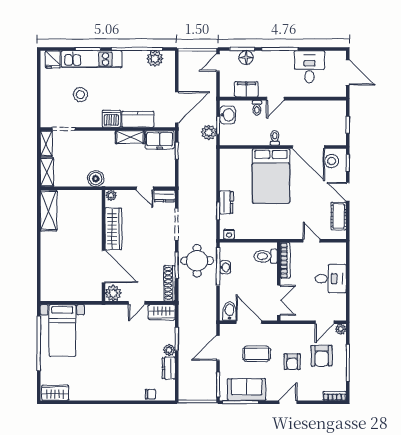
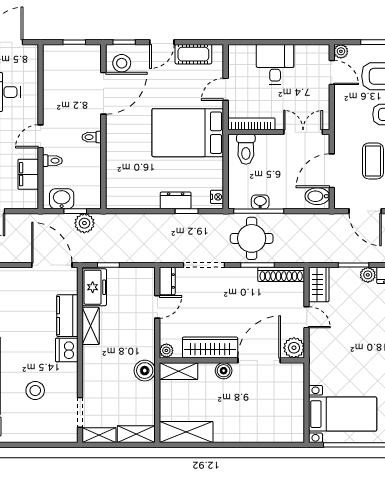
door: (275, 99) -> (40, 136), swing flipped
bed: (271, 176) -> (188, 133), moved, turned 180
shelving: (95, 205) -> (179, 371), added
boiler: (96, 239) -> (224, 371), added

